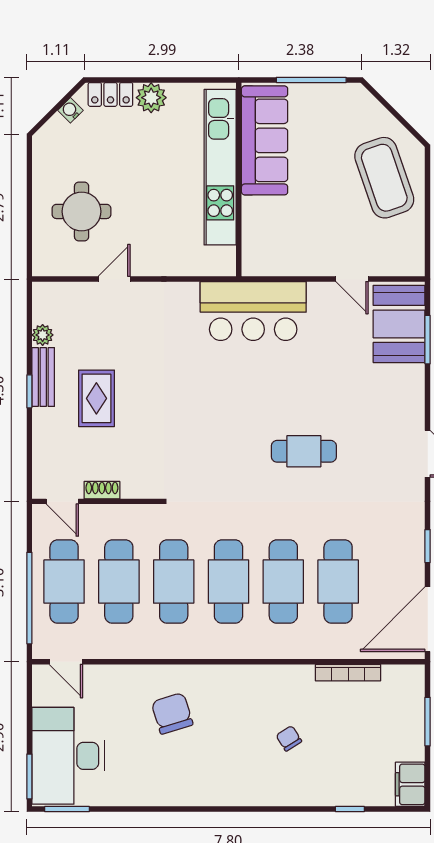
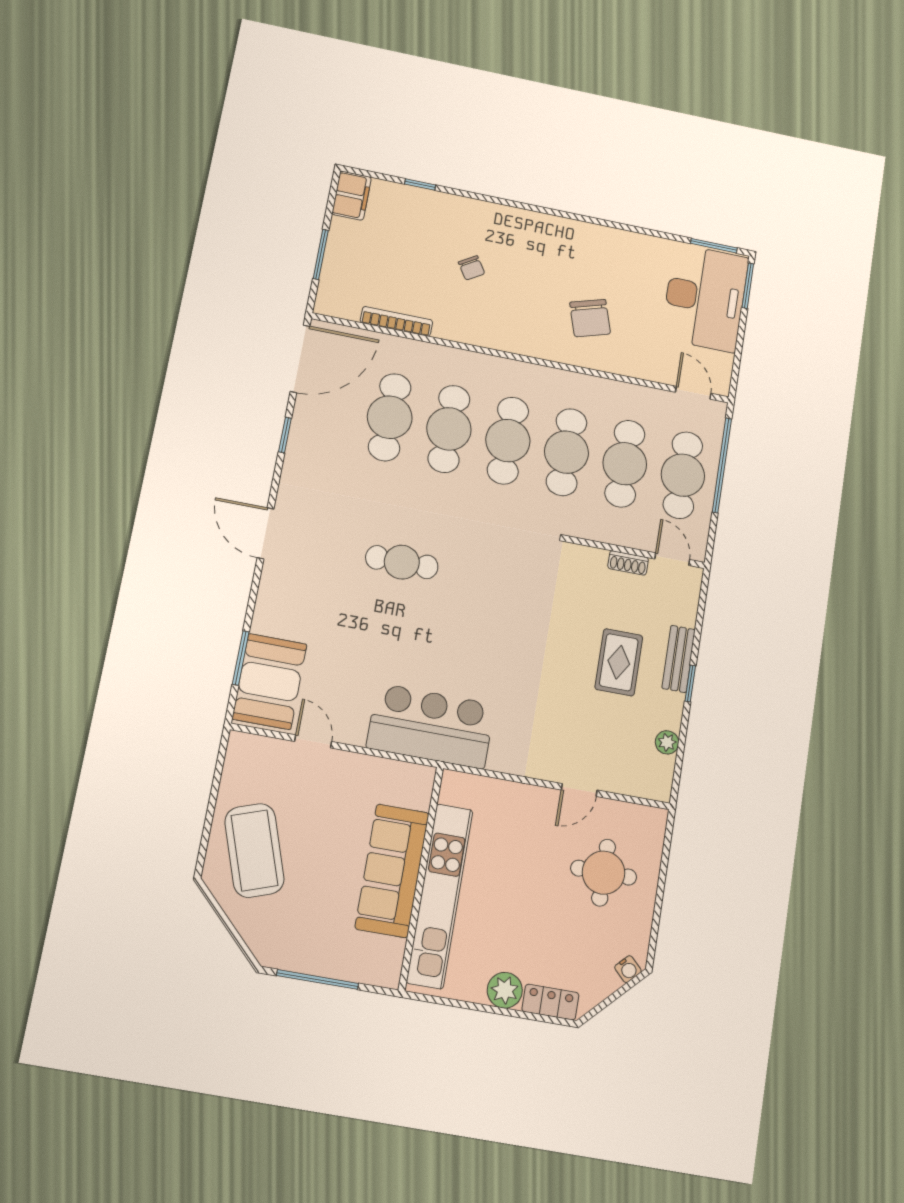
water cooler: (70, 110) -> (628, 969), moved
sofa: (265, 140) -> (392, 871), moved
bench: (43, 377) -> (679, 659), moved

